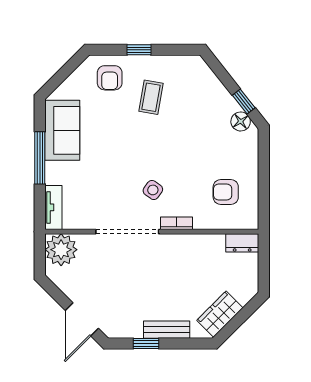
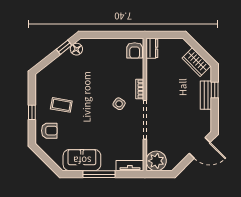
armchair: (226, 192) -> (135, 50), moved
window: (146, 344) -> (215, 90), moved

